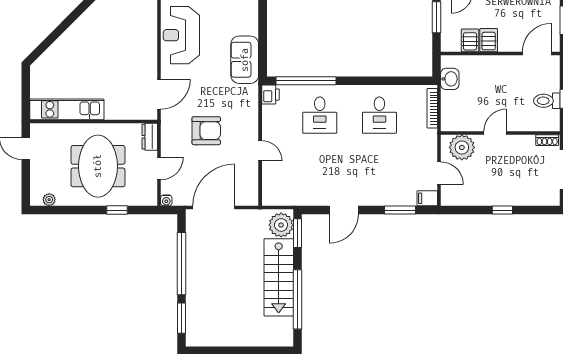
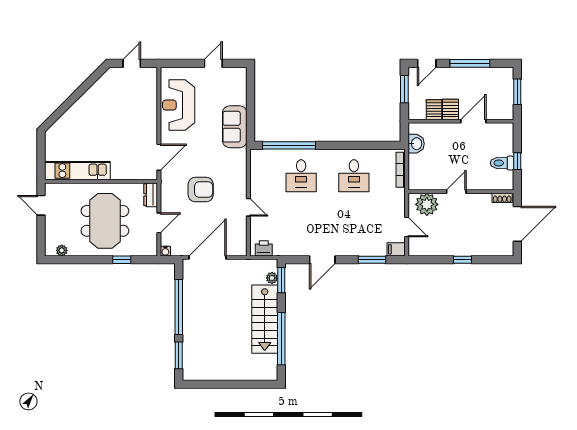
door: (537, 54) -> (473, 121), moved
printer: (270, 95) -> (264, 248), moved, turned -90
plant: (281, 225) -> (272, 278), width x0.53, depth x0.53

